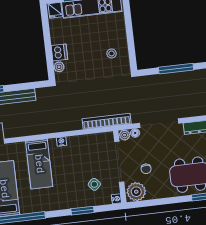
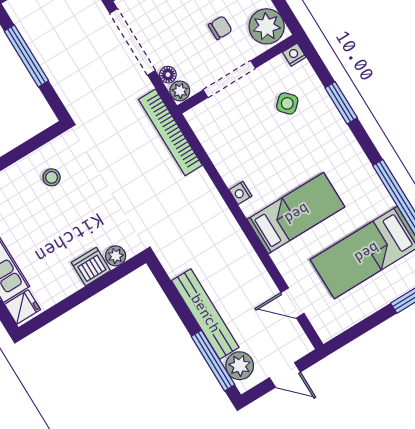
doorway: (119, 162) -> (229, 79), width x0.73

